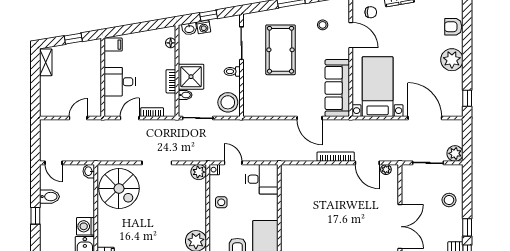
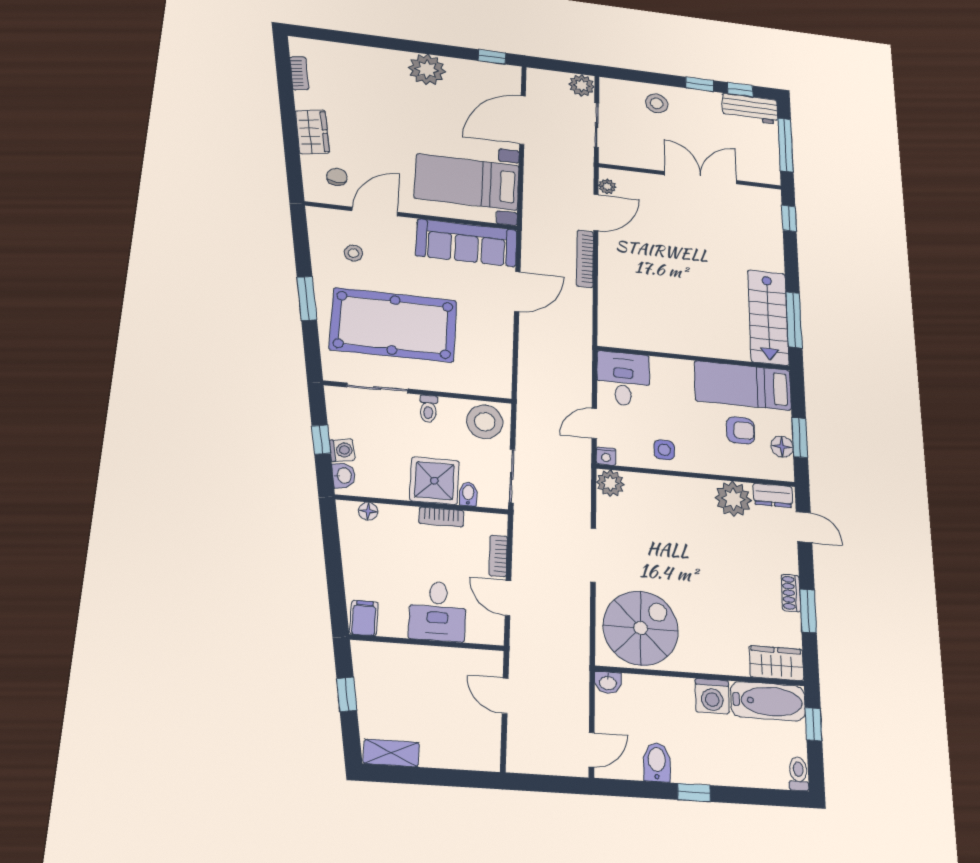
armchair: (453, 27) -> (372, 61), removed
pool table: (281, 50) -> (394, 325), width x1.36, depth x1.32

